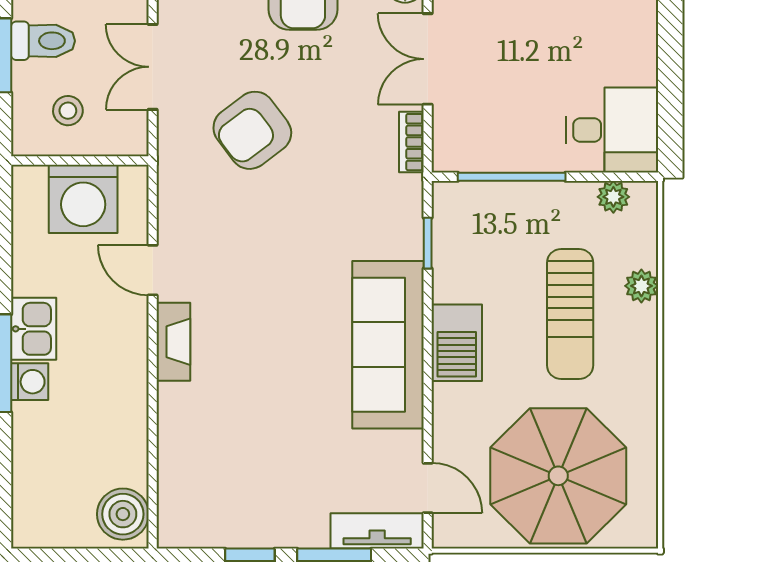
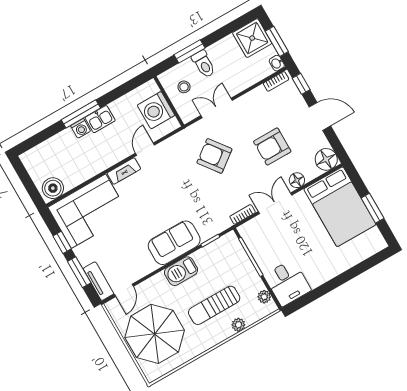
sofa: (388, 345) -> (174, 243), width x0.73
corner sofa: (215, 466) -> (88, 211), added

